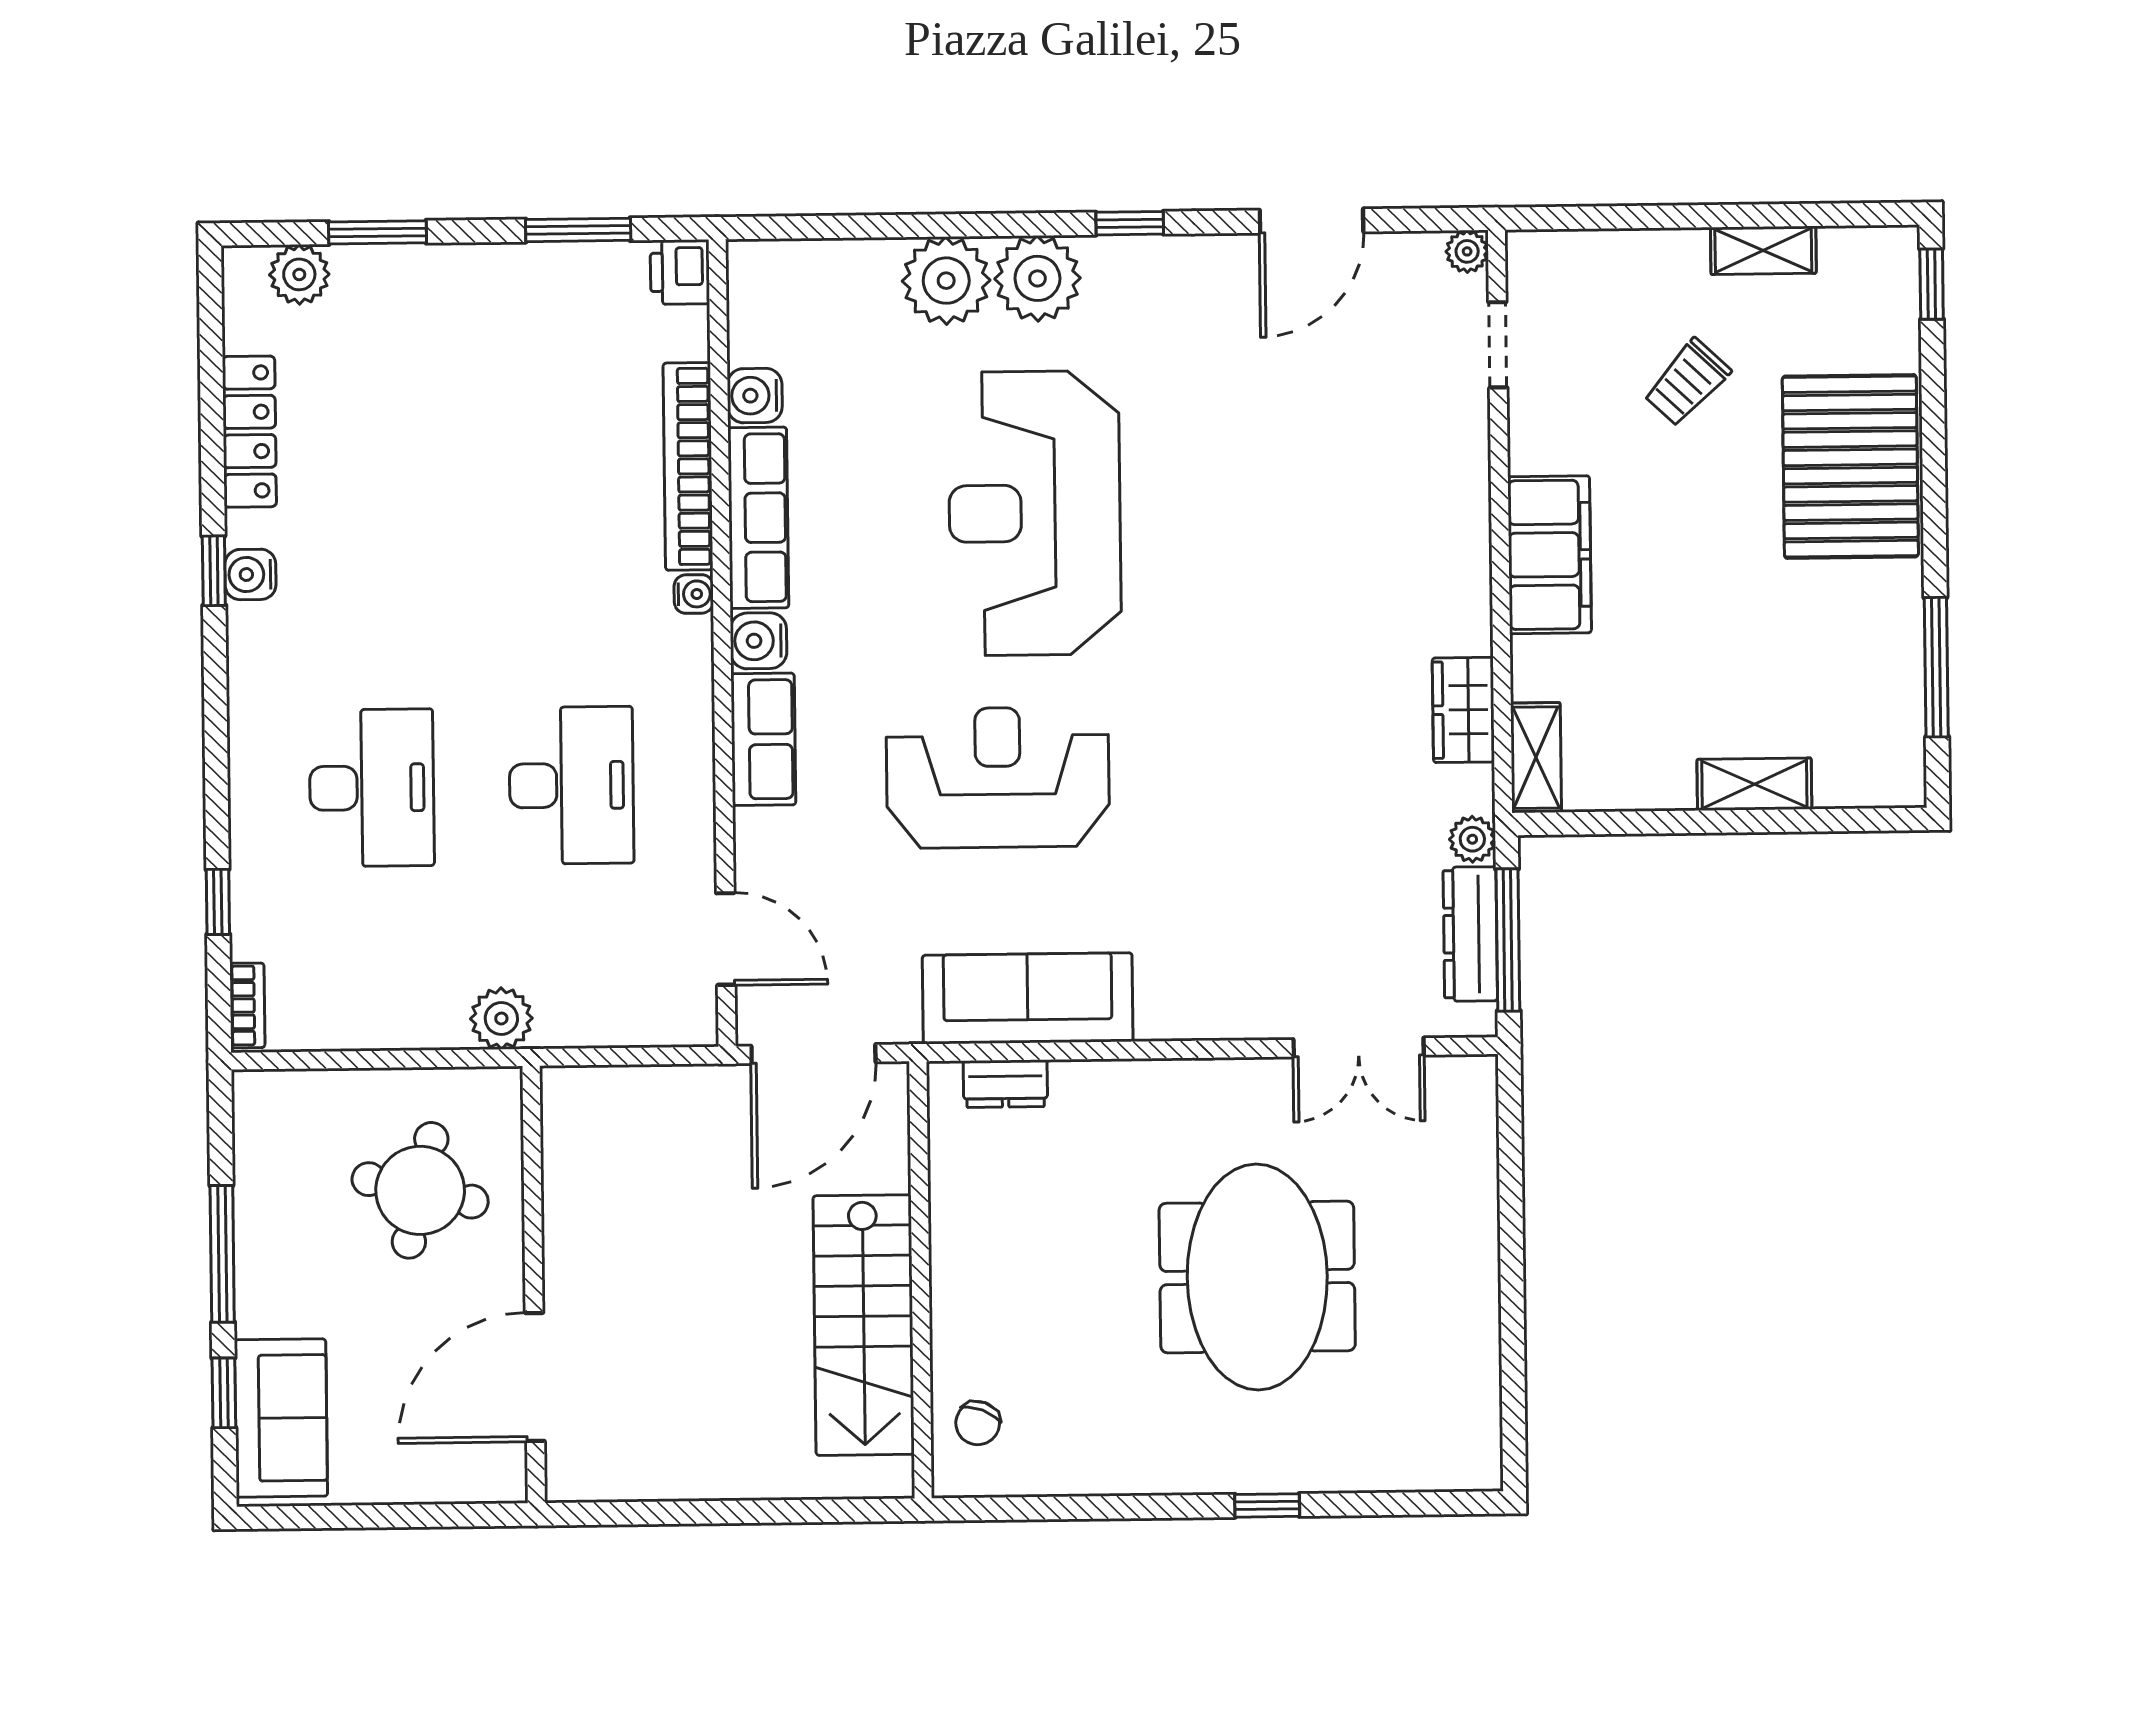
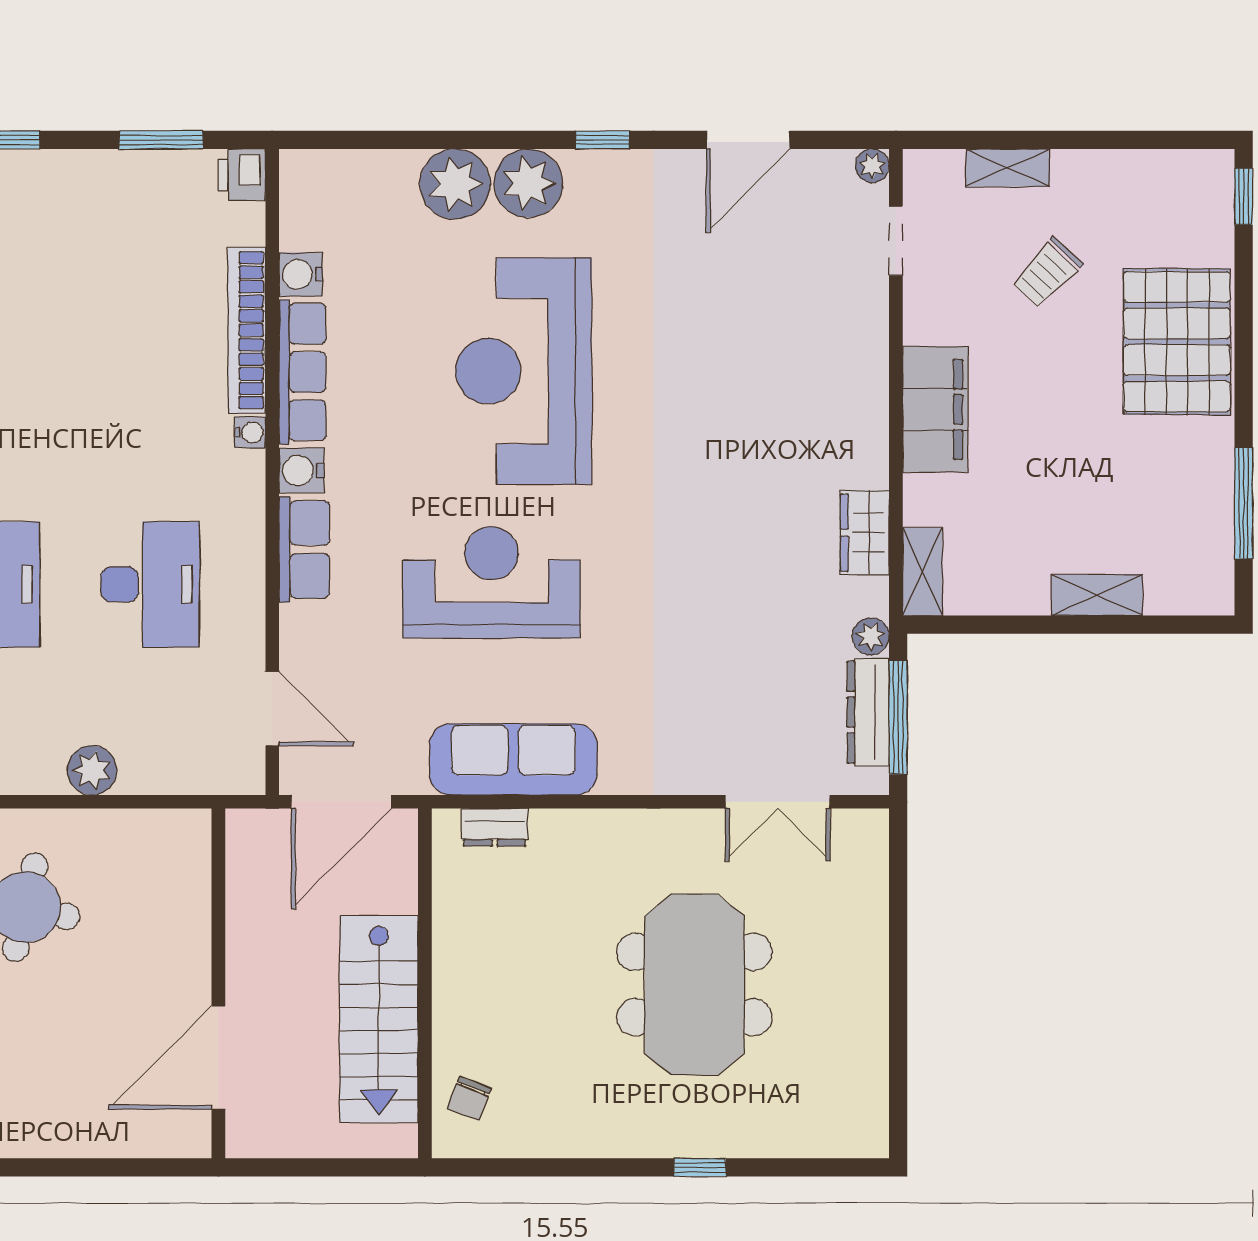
shelving: (1763, 250) -> (1008, 168), moved
wall: (534, 1285) -> (218, 983), moved
door: (535, 1377) -> (218, 1058), moved

